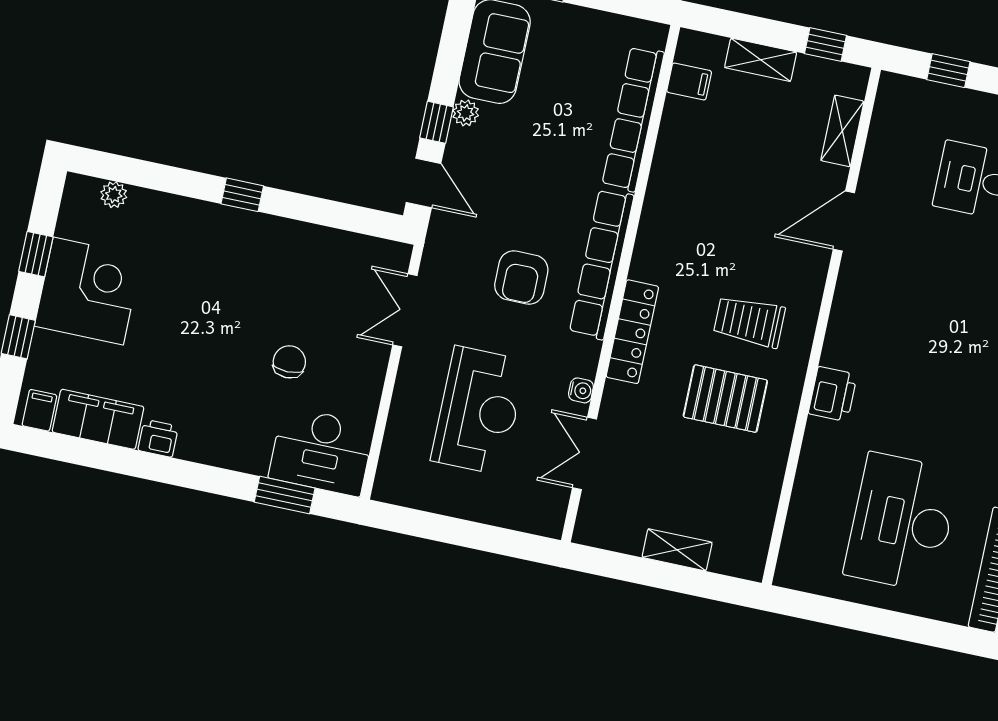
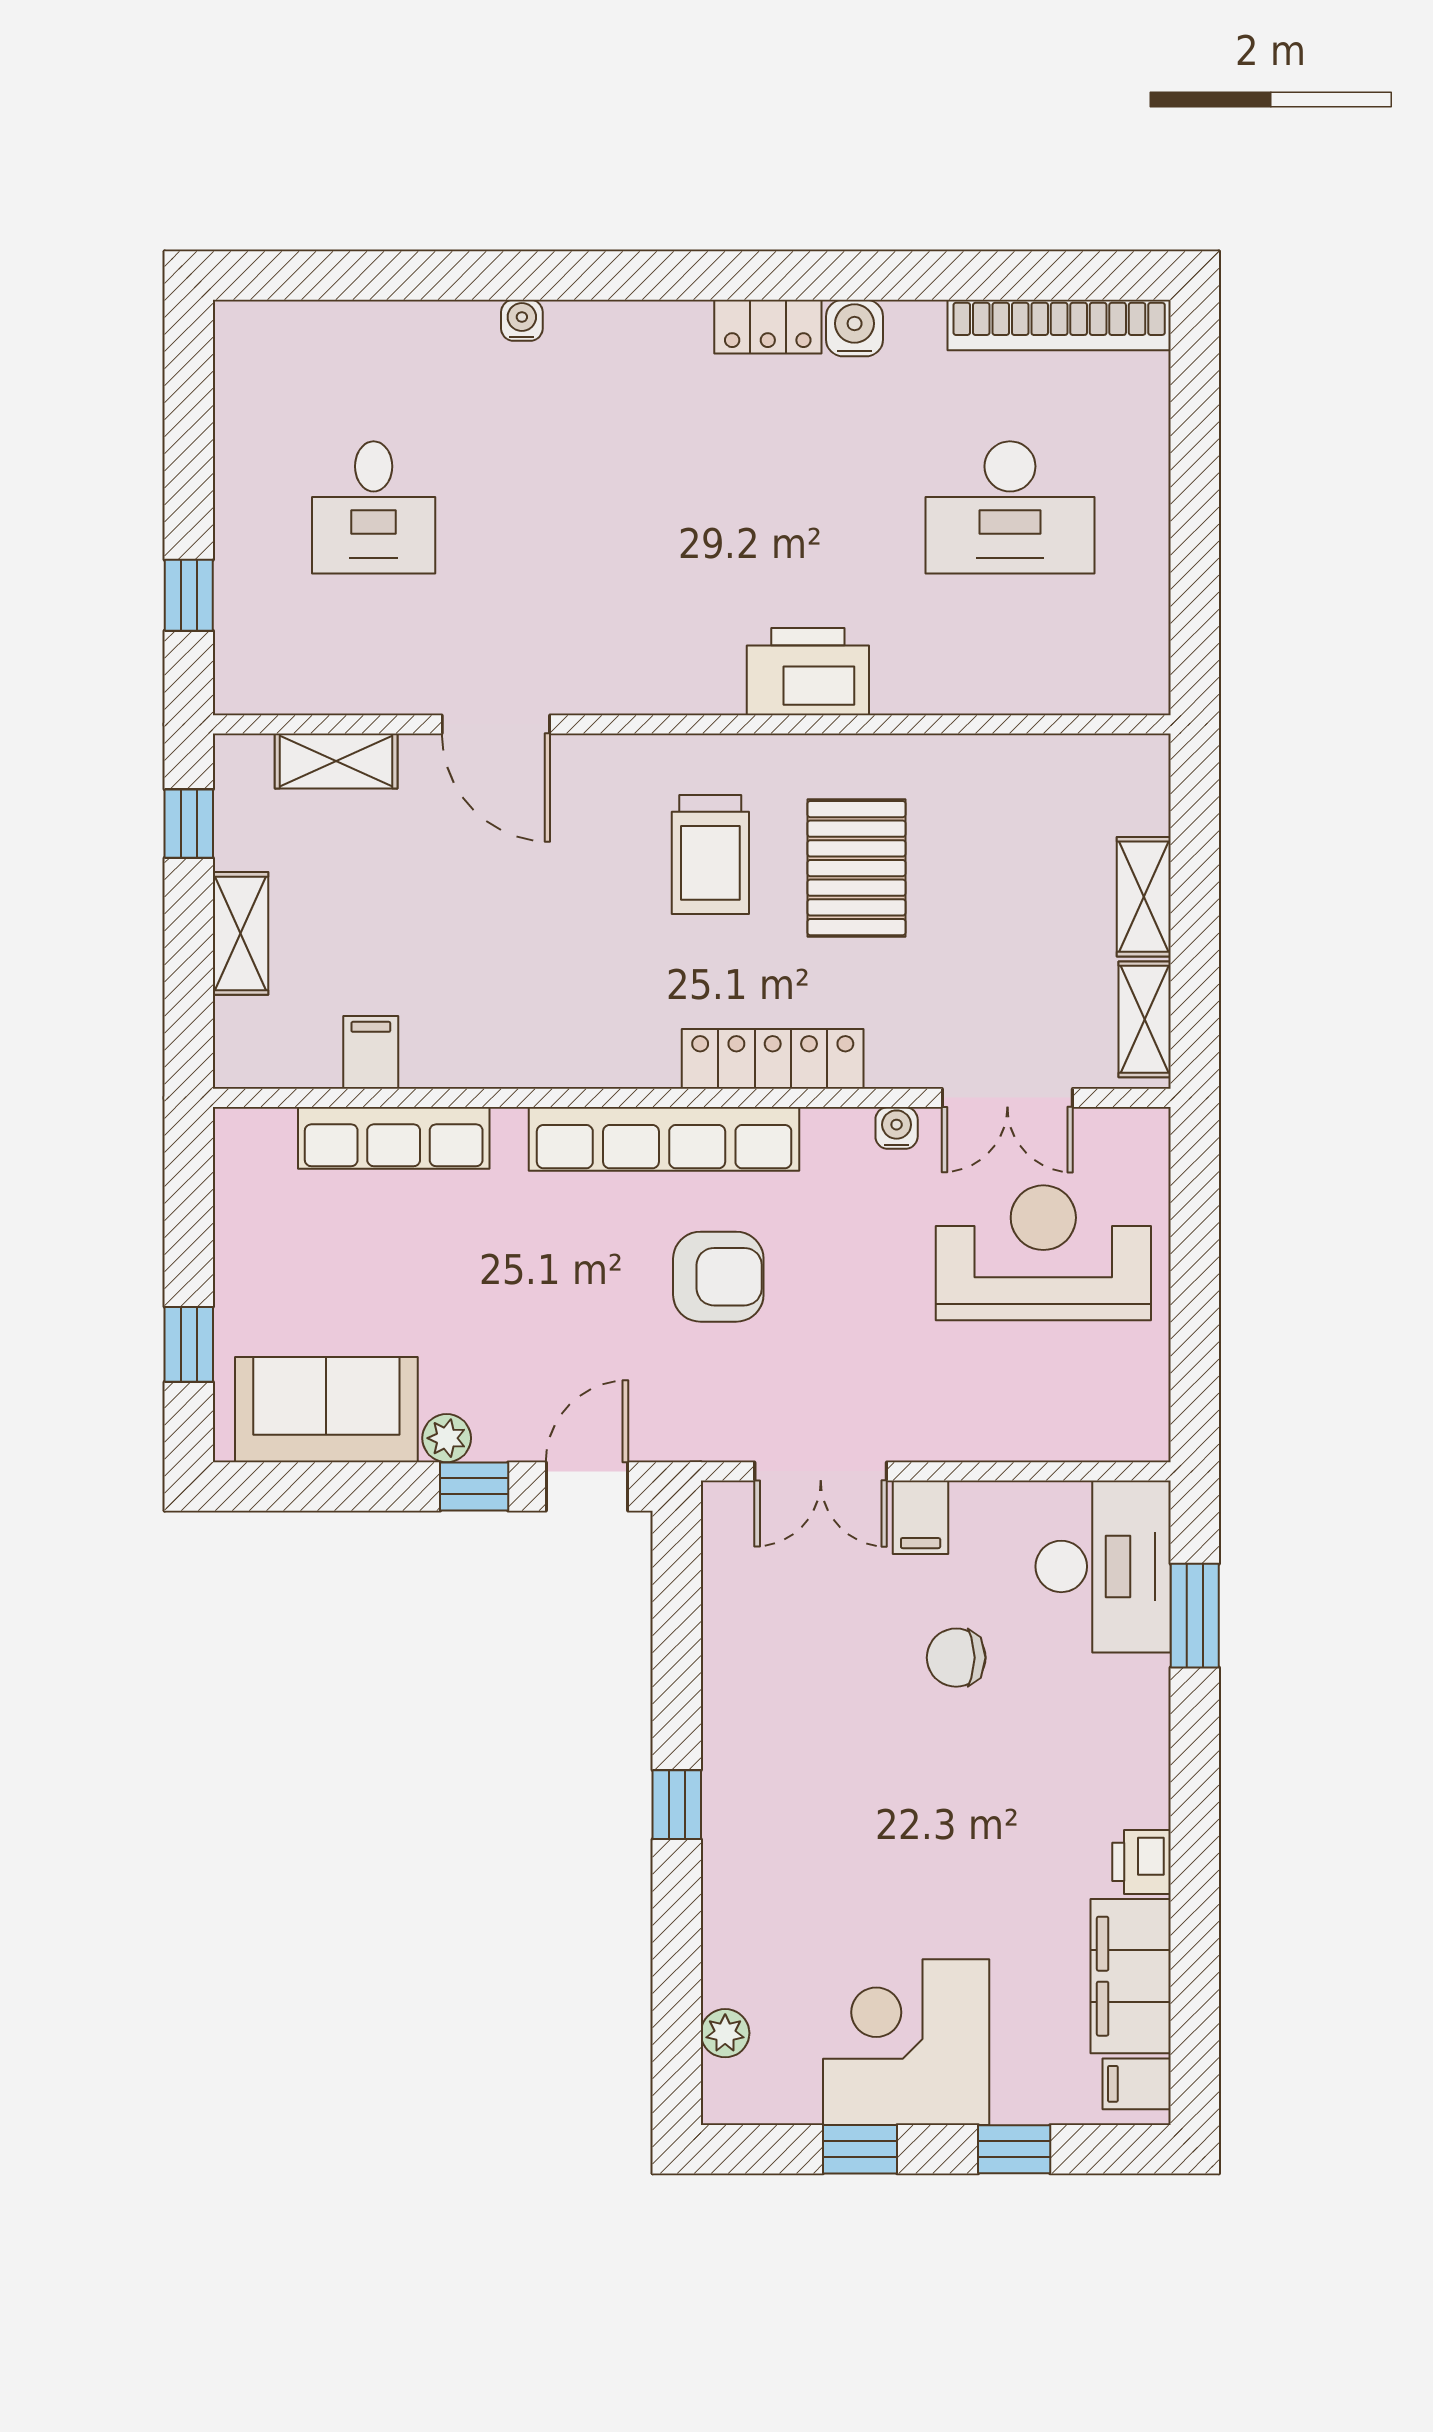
filing cabinet: (689, 81) -> (371, 1052), moved
row of seats: (633, 119) -> (394, 1138), width x0.73
filing cabinet: (369, 359) -> (921, 1517), added
printer: (833, 394) -> (808, 672), width x1.37, depth x1.19
reception desk: (479, 411) -> (1043, 1253), moved
desk: (902, 522) -> (1010, 507), width x0.73, depth x0.77
shelving: (611, 536) -> (1145, 1019), added

